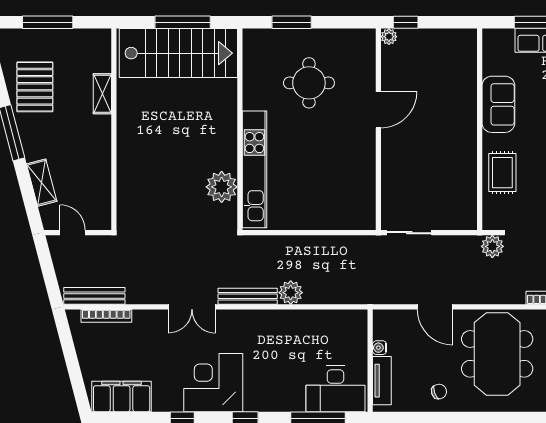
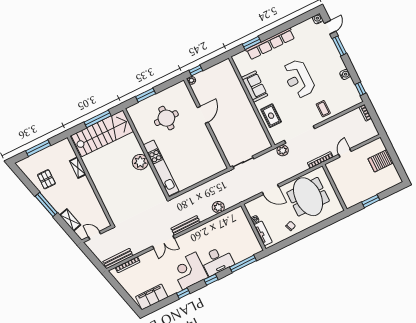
pallet: (35, 87) -> (46, 179), width x0.67, depth x0.71
plant: (222, 187) -> (140, 162), moved
plant: (291, 293) -> (218, 207), moved
desk: (335, 389) -> (217, 261), moved

